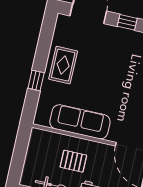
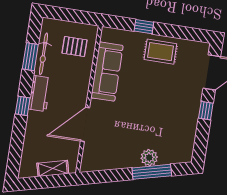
pallet: (73, 161) -> (75, 47), moved, turned 90

